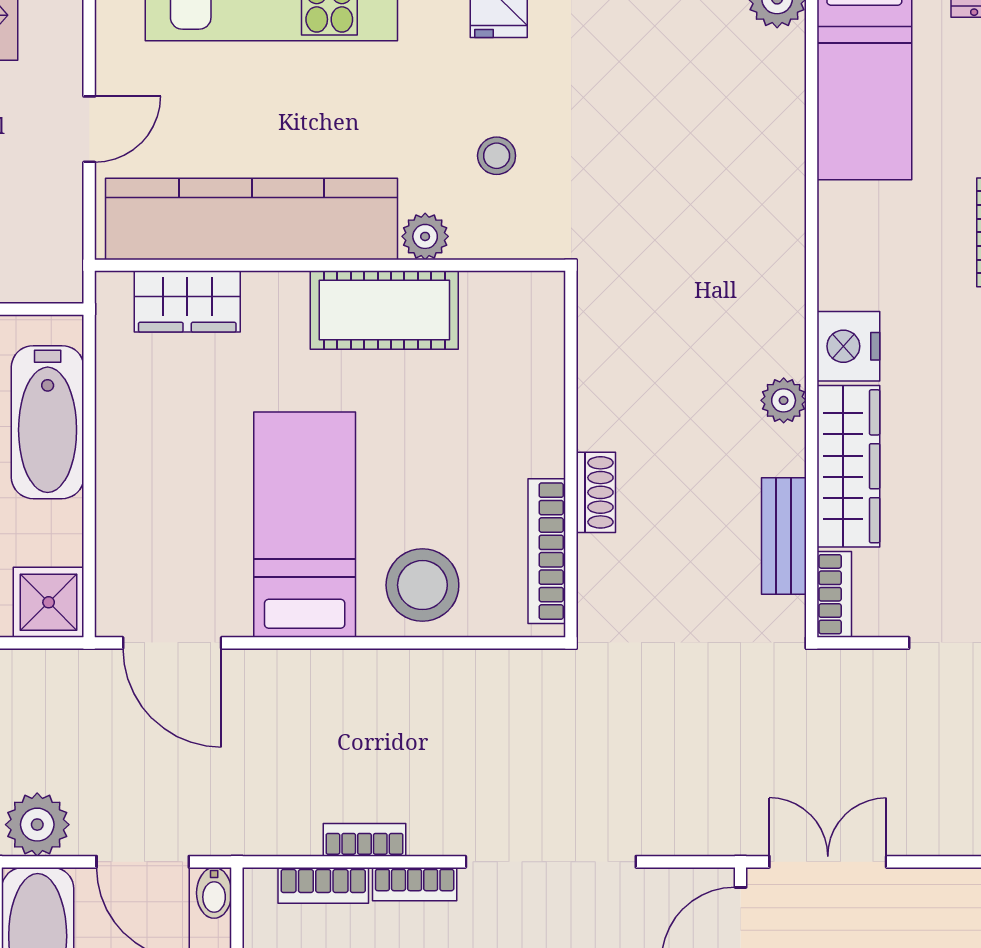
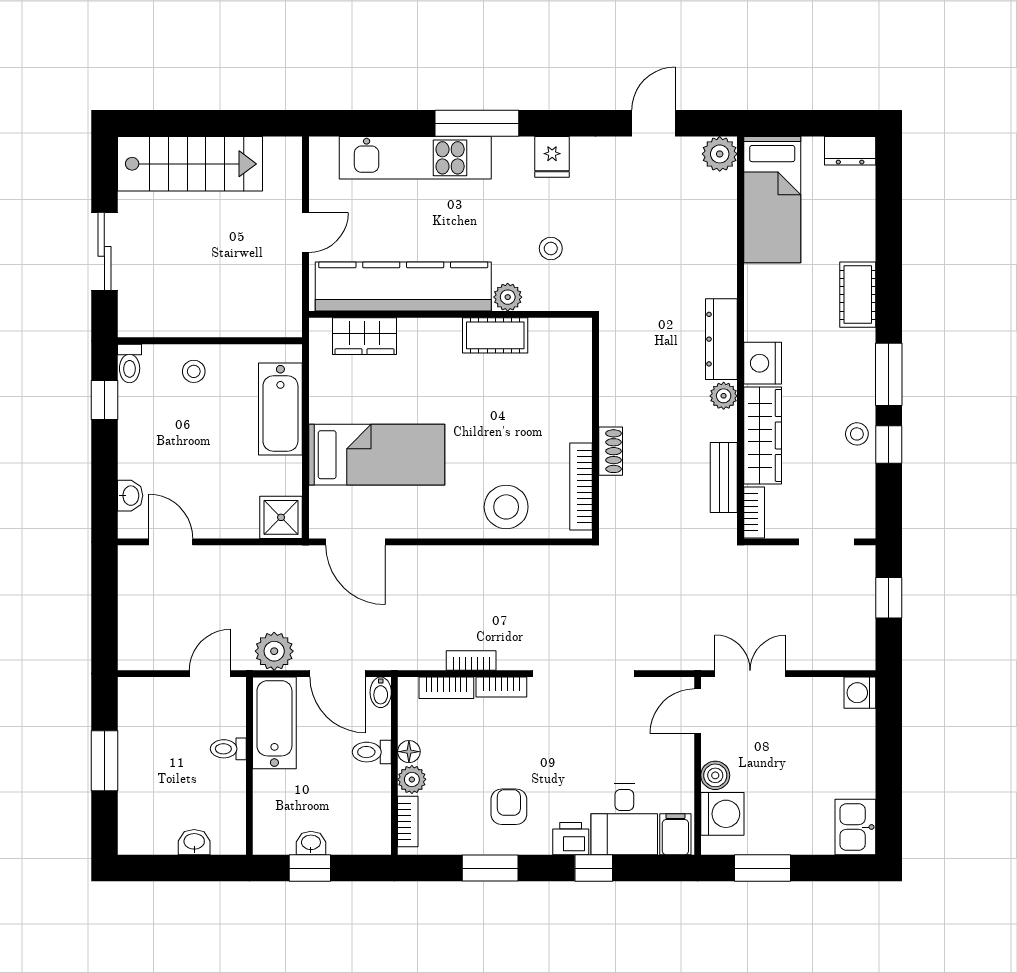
dresser: (780, 306) -> (721, 339), added
cot: (384, 310) -> (495, 335), width x0.73, depth x0.75
bed: (305, 525) -> (377, 455), moved, turned 90

